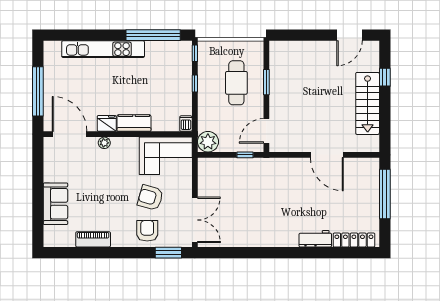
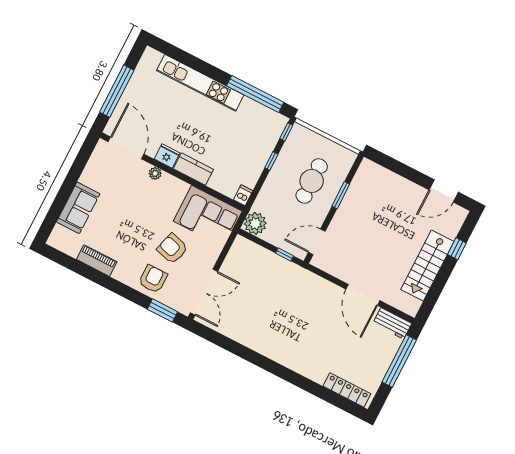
workbench: (315, 239) -> (392, 323), moved, turned 180

